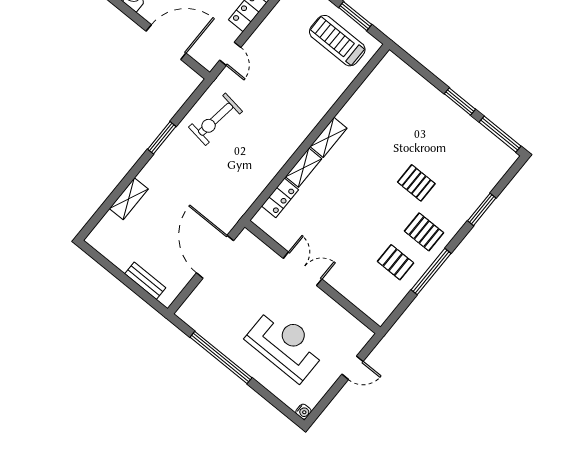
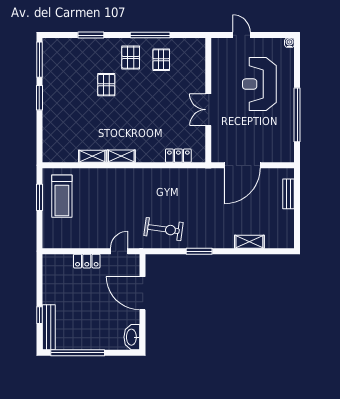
shelving: (304, 168) -> (92, 156), moved

